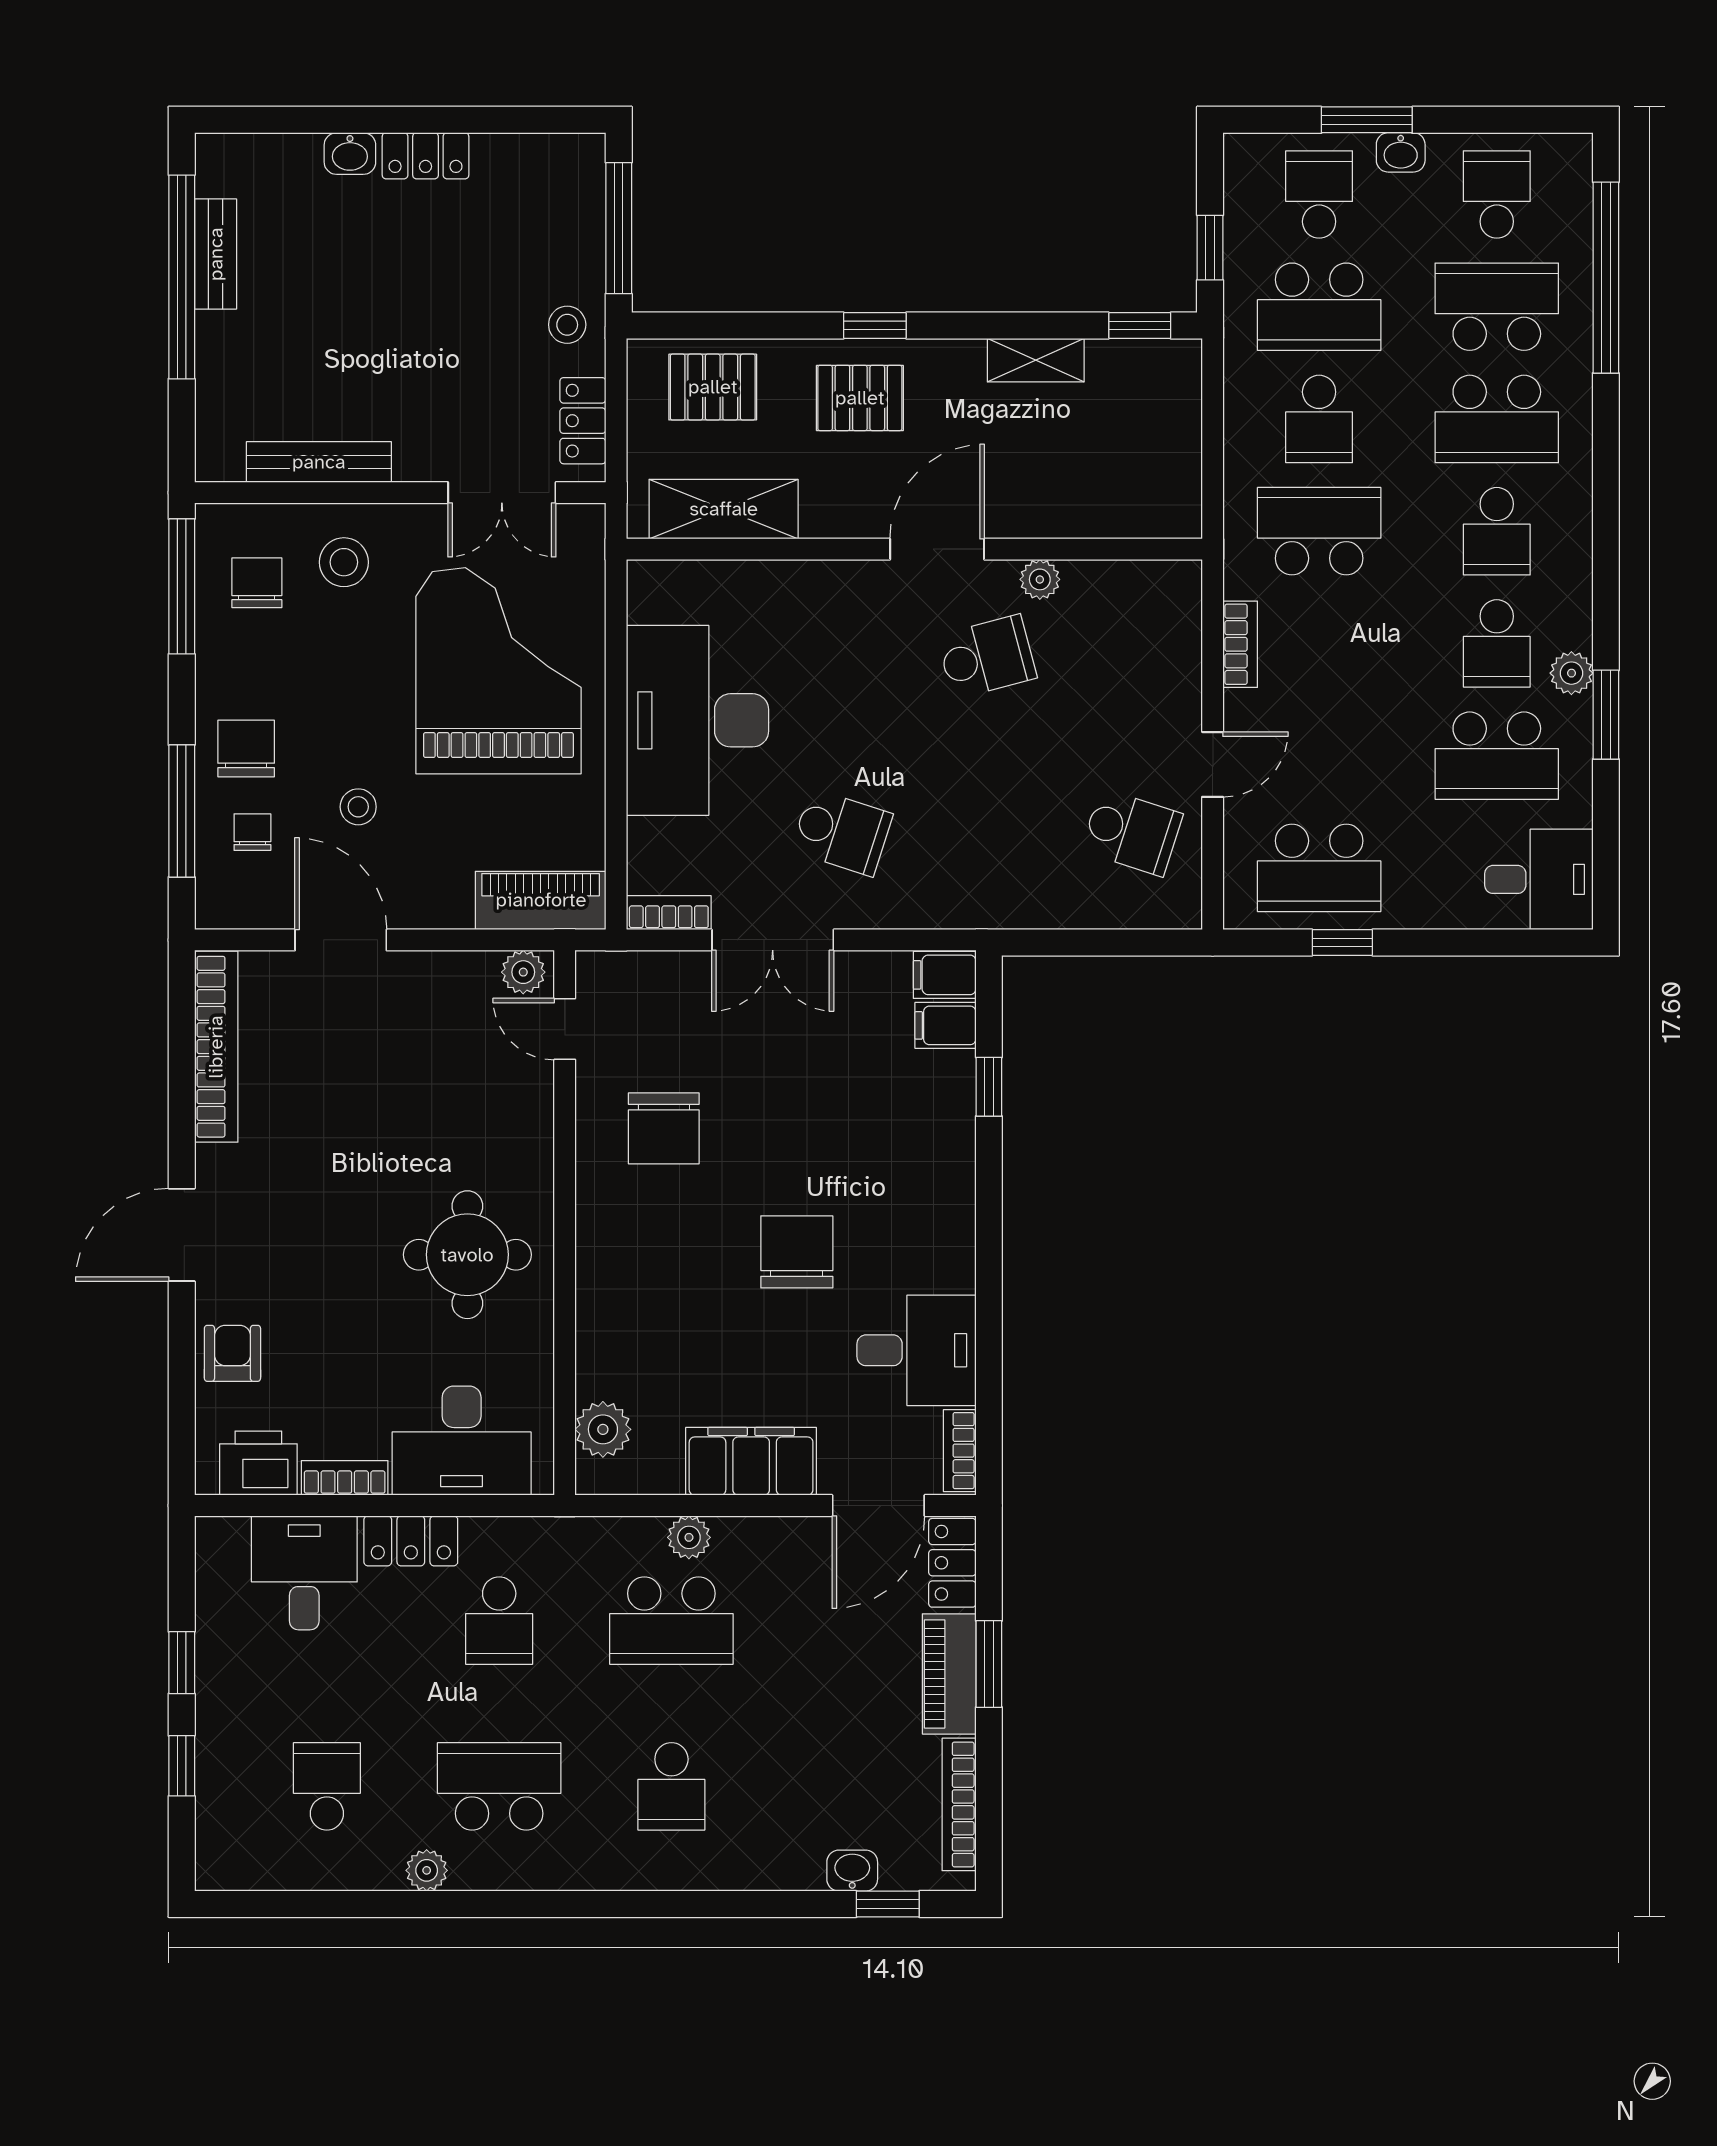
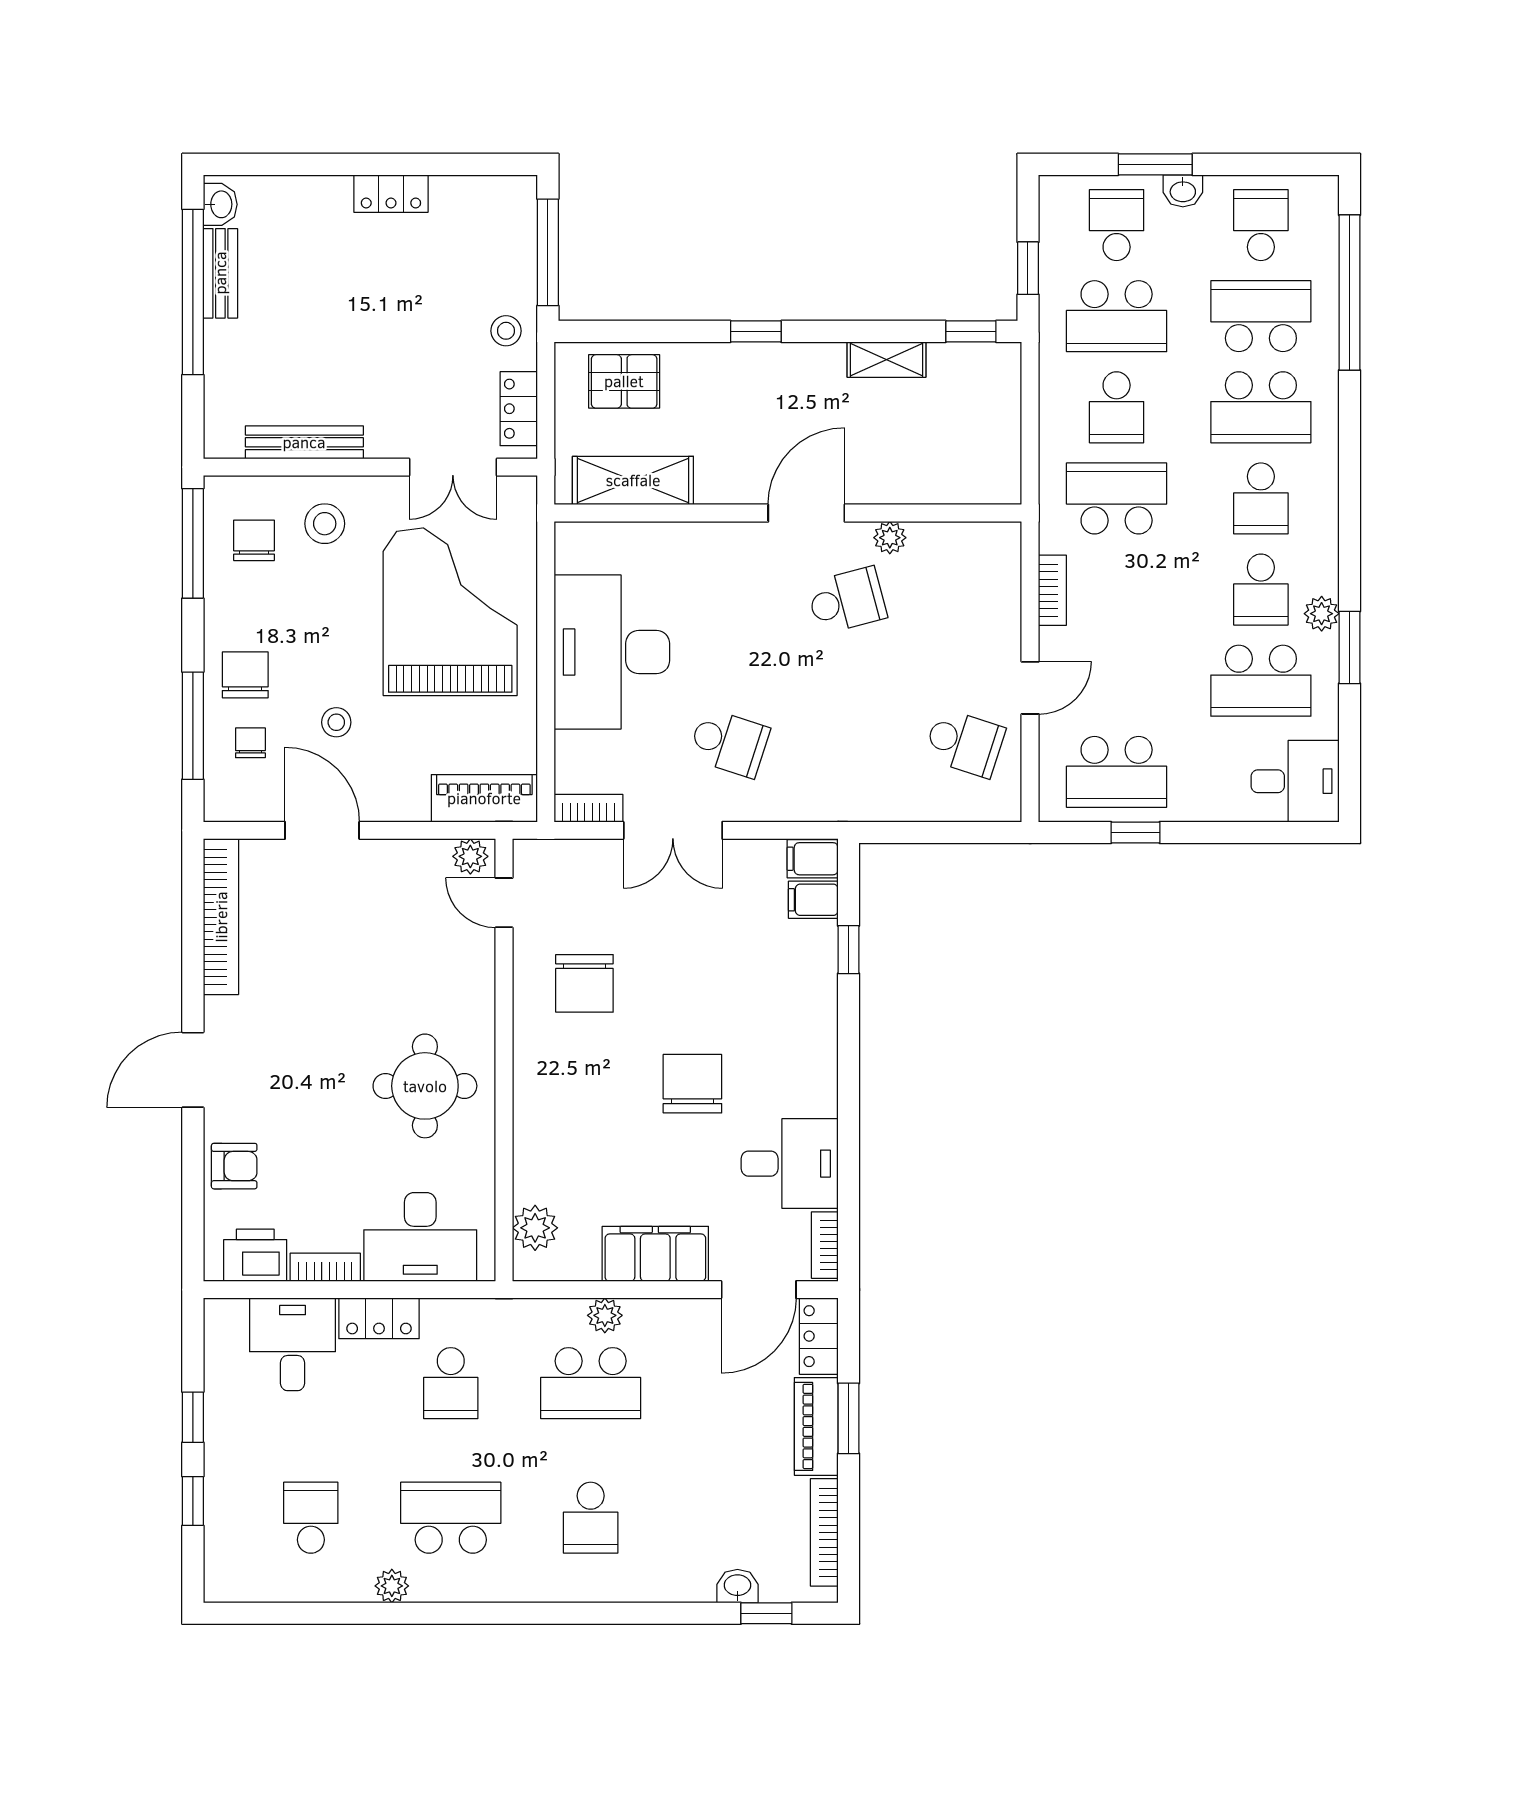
washbasin: (350, 154) -> (220, 204), moved, turned -90
pallet: (860, 398) -> (744, 390), removed
armchair: (232, 1353) -> (234, 1166), turned 90

